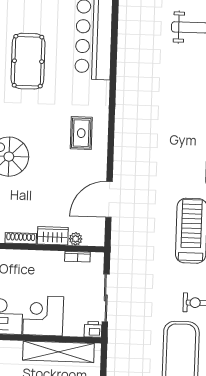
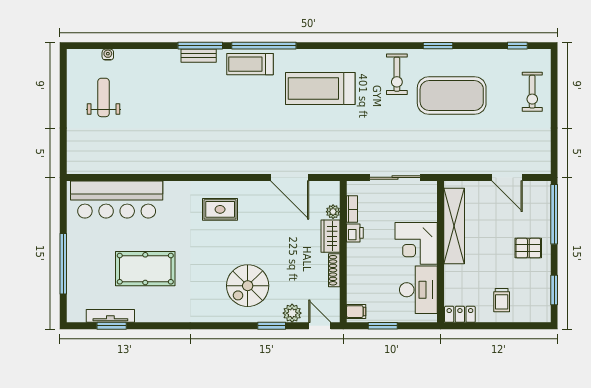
printer: (93, 329) -> (355, 233), moved, turned 180

